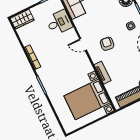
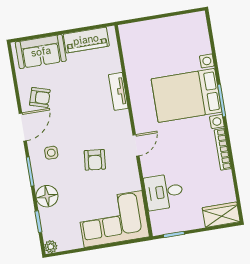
armchair: (107, 44) -> (95, 160), moved
door: (83, 45) -> (136, 145), hinge flipped
bed with nightstands: (87, 99) -> (186, 95), moved, turned 180

